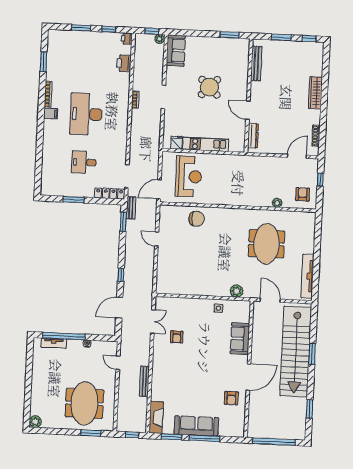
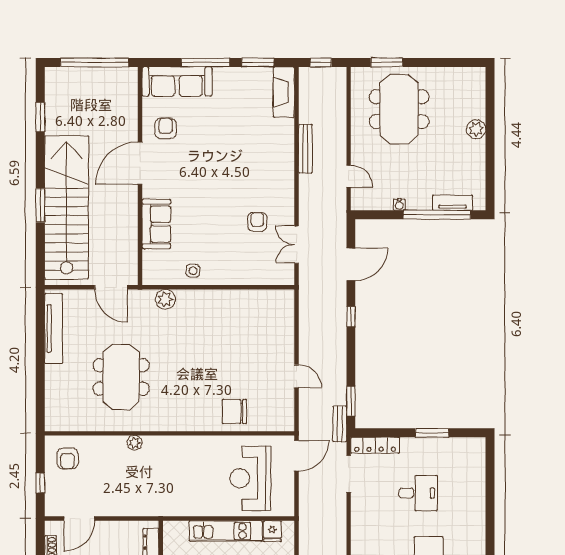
plant: (277, 203) -> (134, 443), moved
plant: (35, 422) -> (476, 129), moved
sofa: (196, 426) -> (177, 82), moved

